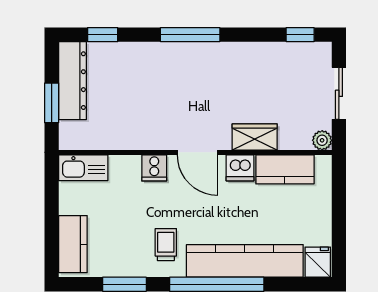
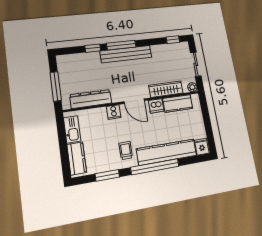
window: (103, 35) -> (93, 48), moved
bench: (197, 55) -> (126, 54), added
dresser: (73, 81) -> (91, 99), moved, turned -90
window: (52, 103) -> (56, 86), width x1.44
wardrobe: (255, 137) -> (166, 89), width x1.50
kitchen sink: (83, 168) -> (72, 129), moved, turned -90

